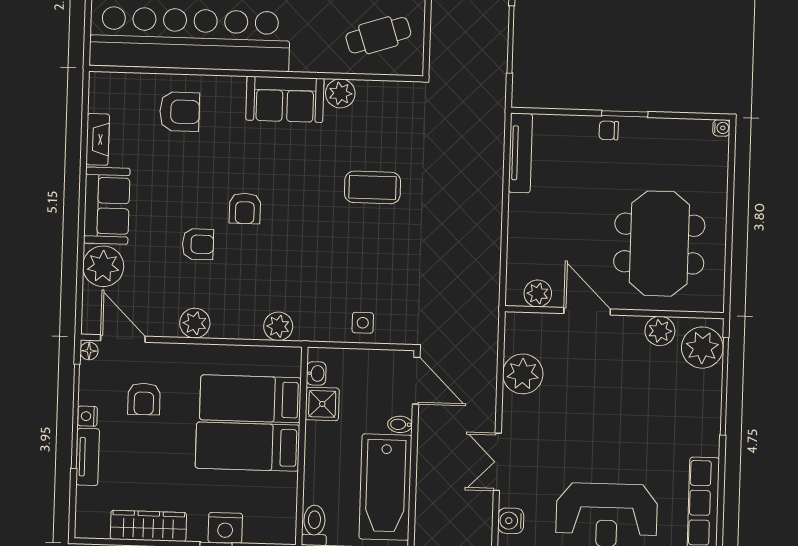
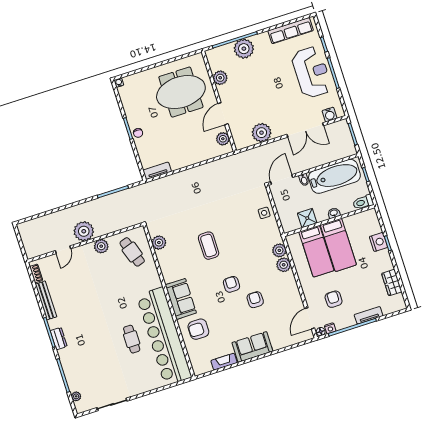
plant: (340, 93) -> (159, 243), moved
sofa: (285, 99) -> (181, 299), moved
armchair: (180, 112) -> (198, 329), turned -90
tv unit: (520, 153) -> (157, 171), width x0.71
coffee table: (372, 187) -> (209, 246), moved
armchair: (245, 208) -> (231, 284), turned -90
plant: (103, 266) -> (280, 339), removed
plant: (195, 323) -> (284, 265), moved
plant: (702, 348) -> (244, 49), moved
washbasin: (316, 373) -> (334, 213), moved
armchair: (144, 399) -> (334, 299), turned -90
nightstand: (88, 416) -> (330, 328), moved
double door: (497, 462) -> (305, 130), width x1.37
wardrobe: (148, 526) -> (392, 283), width x0.67

